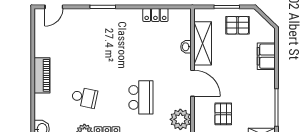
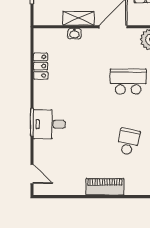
desk: (101, 23) -> (49, 124), added
shelving: (203, 43) -> (78, 18), width x0.67, depth x0.75

